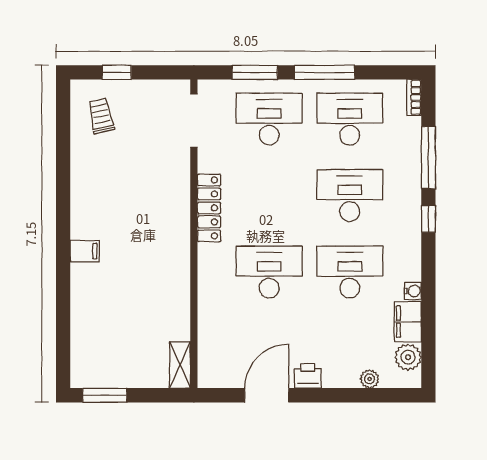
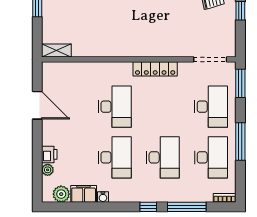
window: (255, 72) -> (240, 83), moved
printer: (308, 376) -> (49, 154), moved

